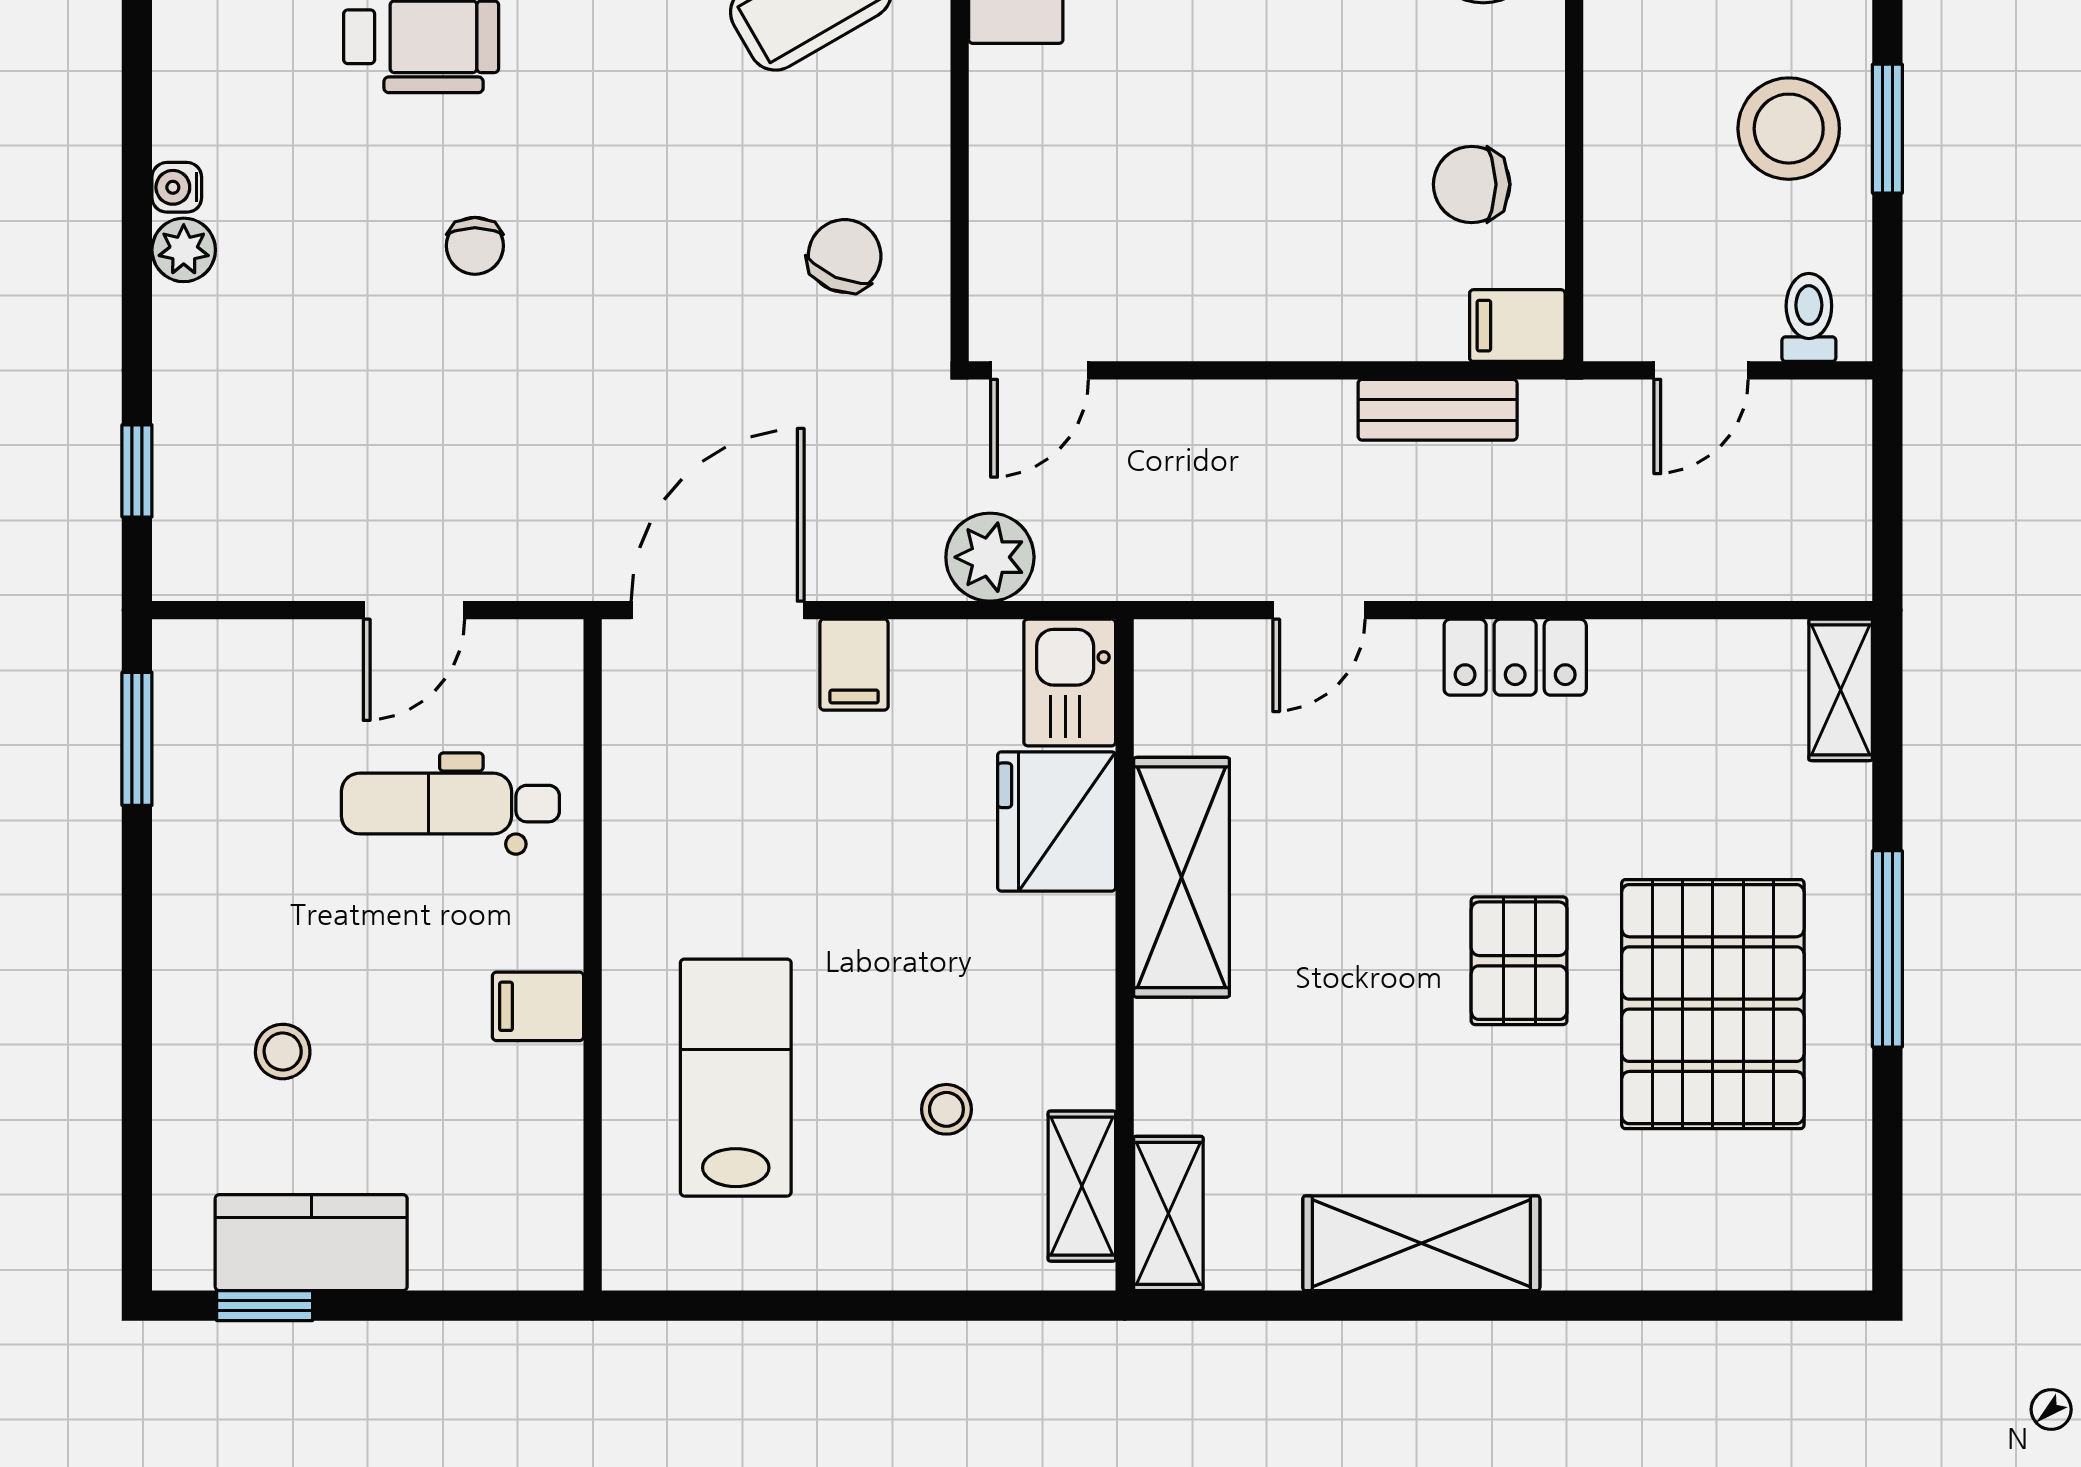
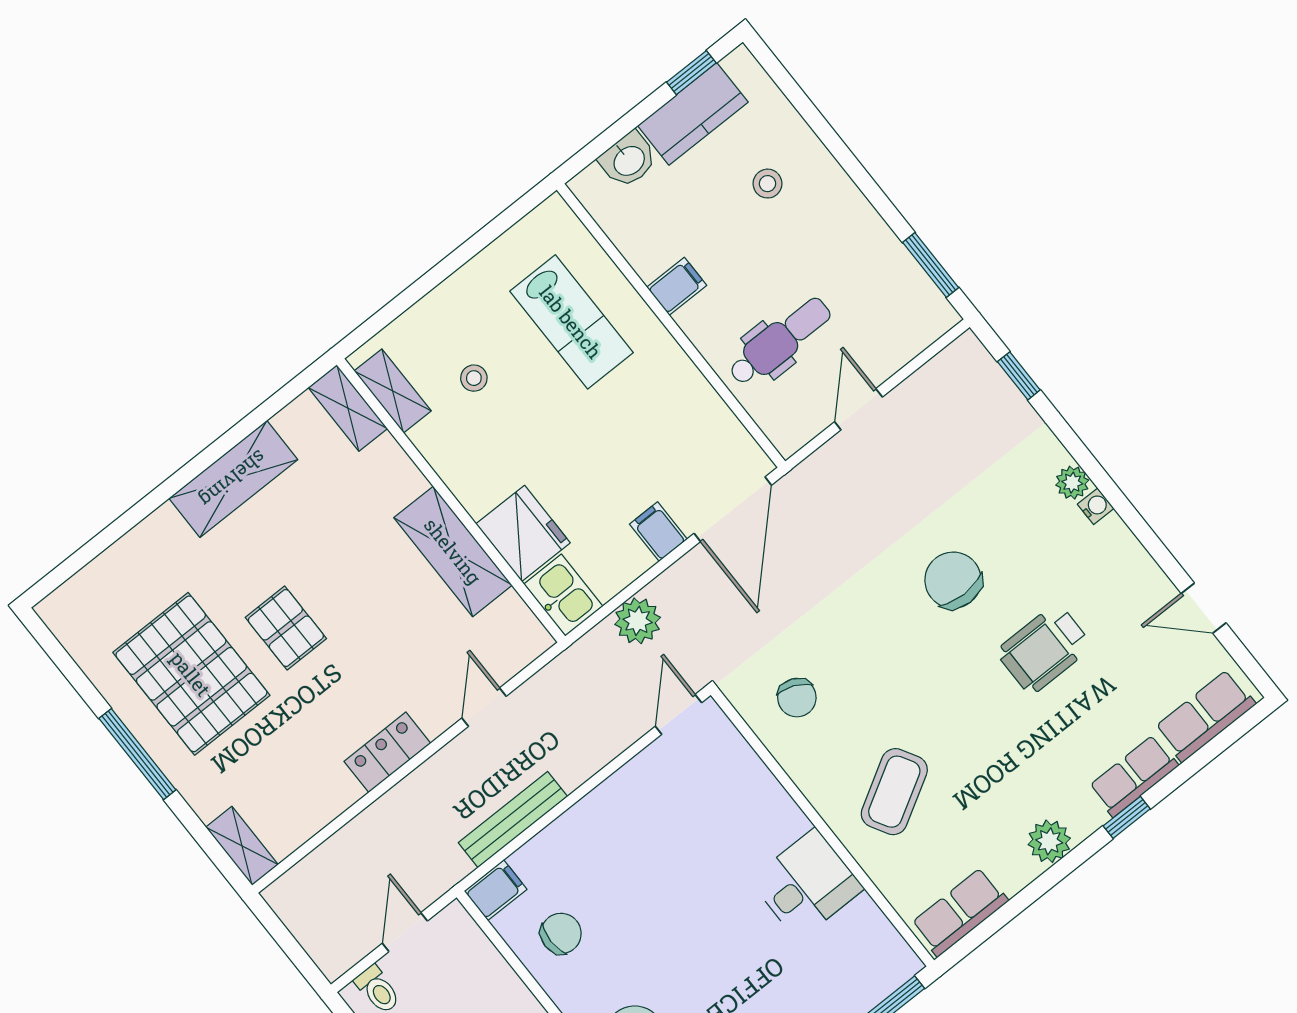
chair: (475, 246) -> (953, 580), width x1.87, depth x1.87
bench: (1438, 410) -> (513, 820), width x1.36
washbasin: (461, 1250) -> (628, 160), added

